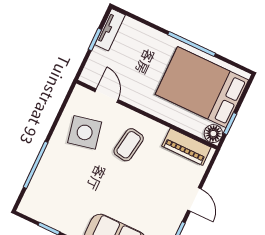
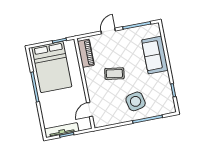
tv unit: (110, 30) -> (62, 130), width x1.41
side table: (85, 132) -> (136, 101), moved
floor lamp: (213, 134) -> (70, 45), removed
coffee table: (129, 145) -> (114, 74), moved

